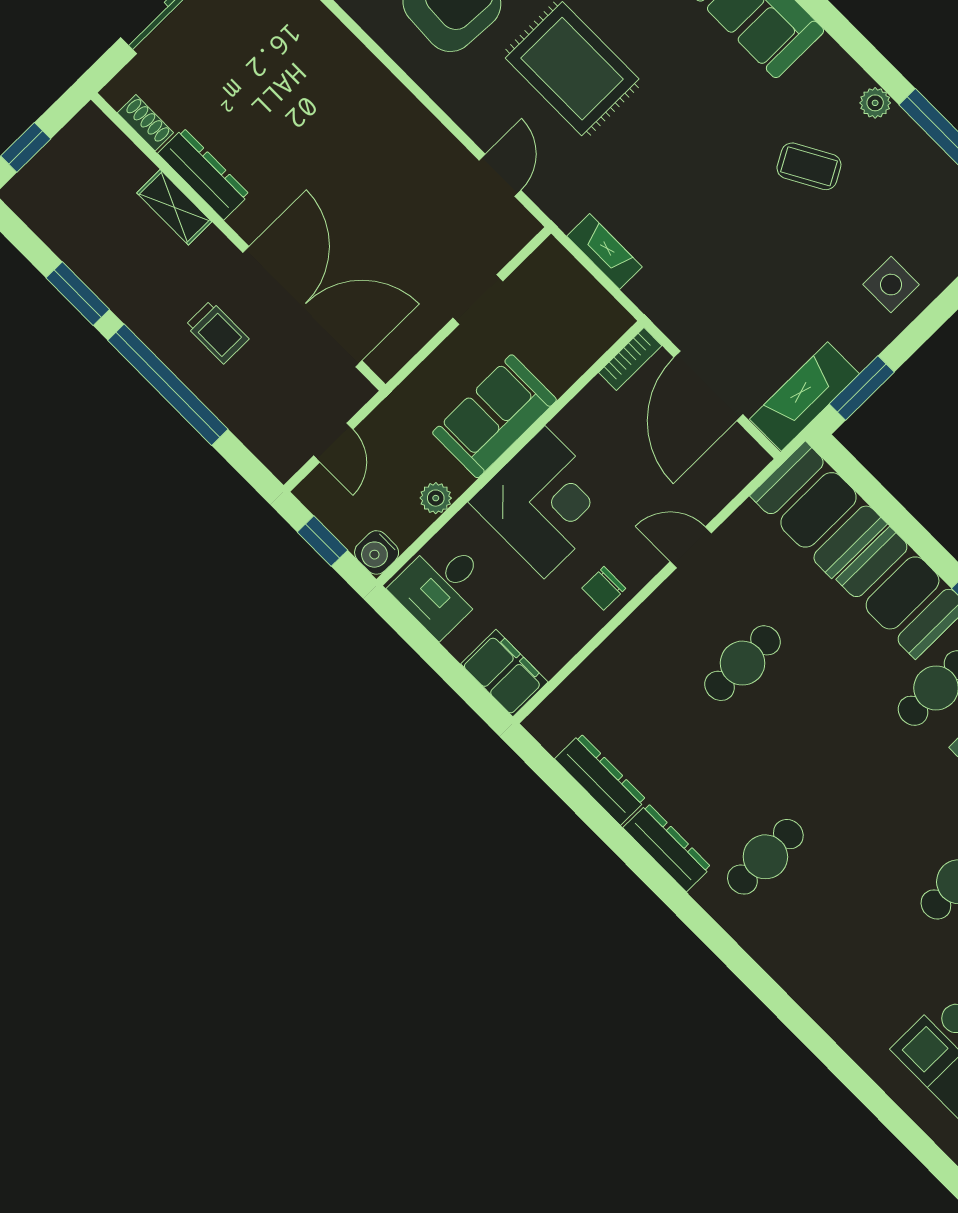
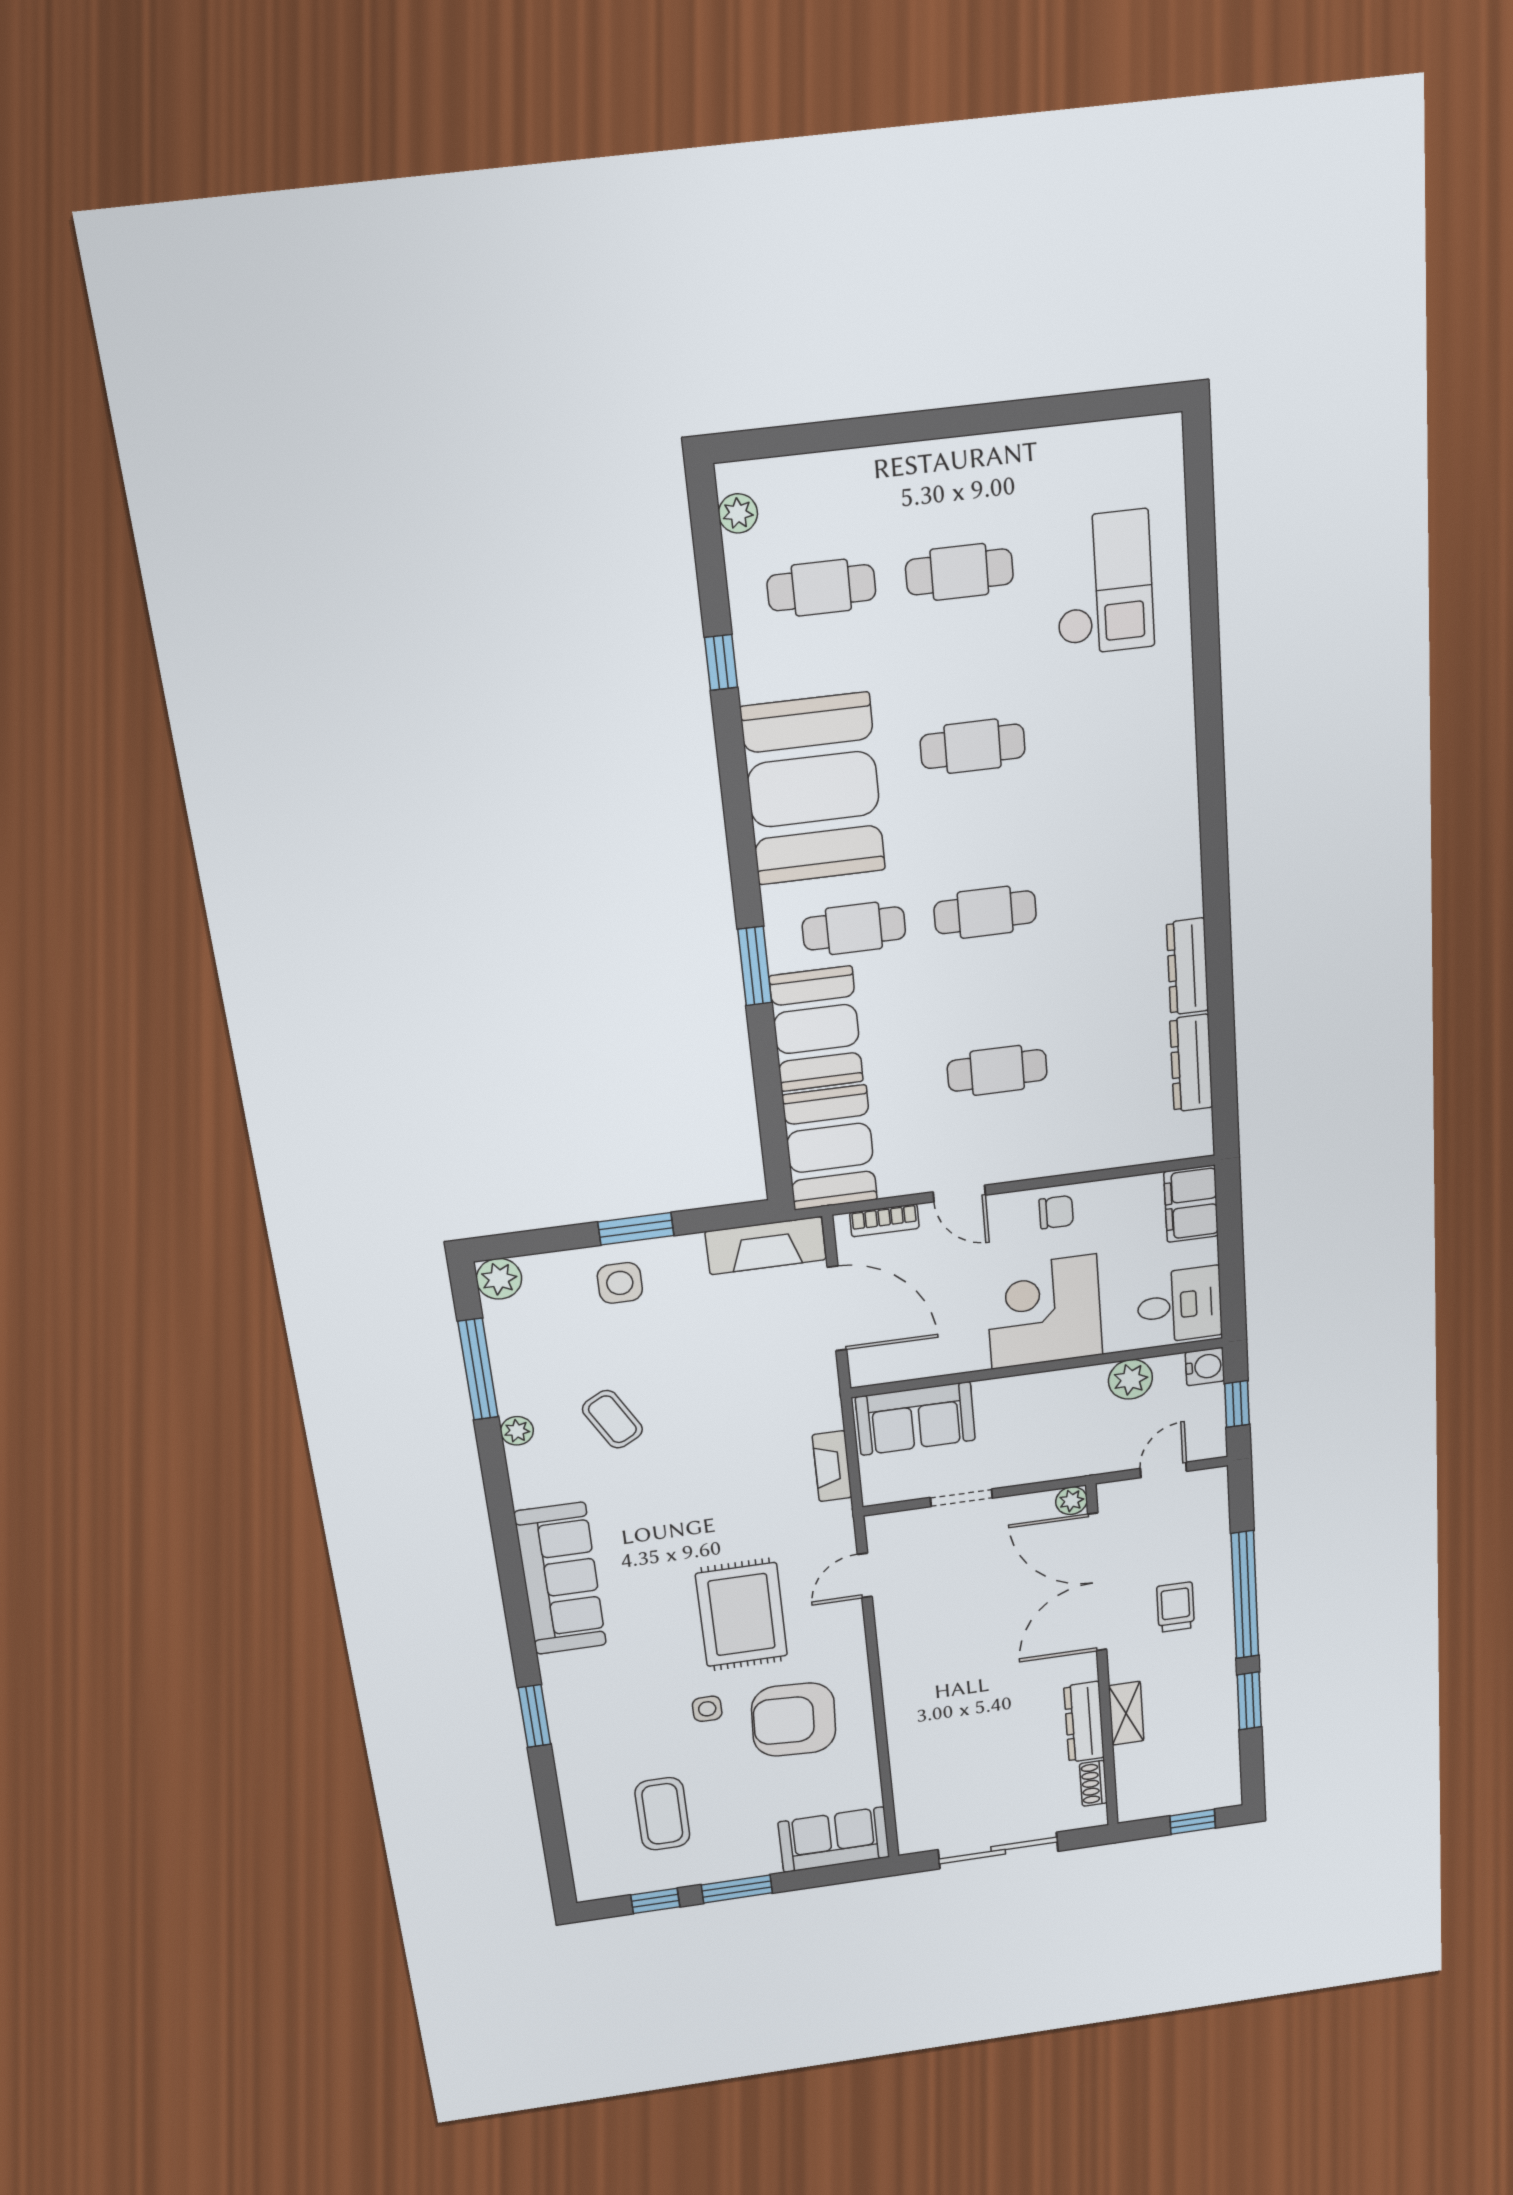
bookcase: (630, 359) -> (884, 1220), moved, turned 180
plant: (386, 362) -> (1071, 1501), added
door: (708, 386) -> (837, 1309), hinge flipped
window: (862, 388) -> (636, 1229), moved
sofa: (494, 416) -> (915, 1419), moved
plant: (436, 498) -> (1130, 1379), width x1.38, depth x1.38
cafe table: (765, 857) -> (985, 912), moved

